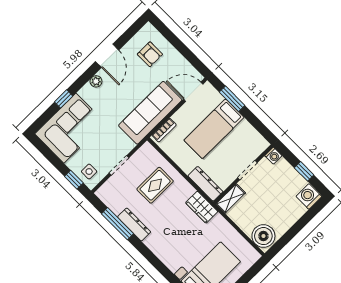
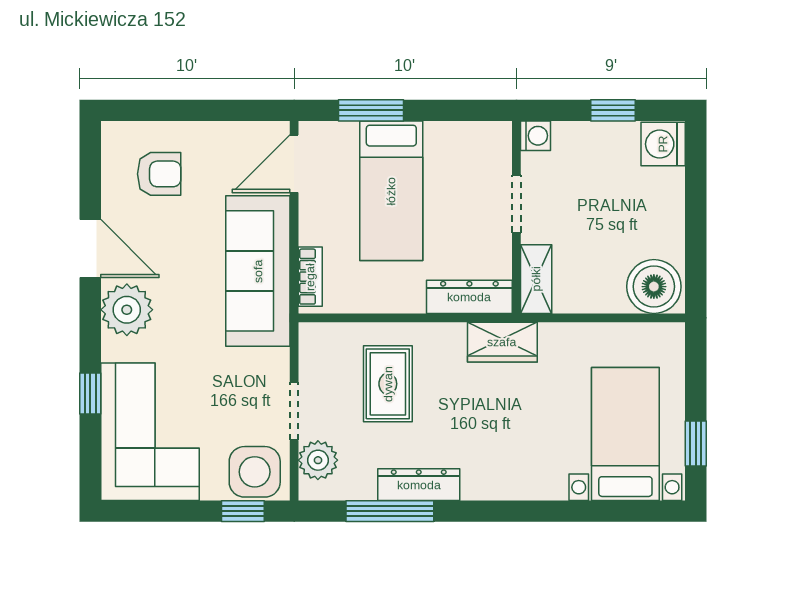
plant: (96, 81) -> (127, 310), width x1.87, depth x1.87
side table: (89, 171) -> (255, 472), width x1.87, depth x1.87
plant: (111, 187) -> (318, 460), added

